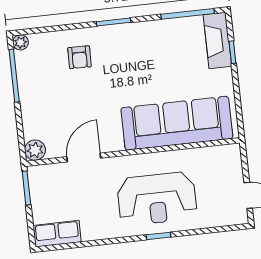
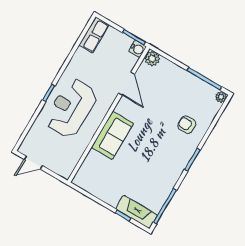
sofa: (177, 123) -> (112, 135), width x0.54, depth x0.79
water cooler: (37, 174) -> (137, 49), added

